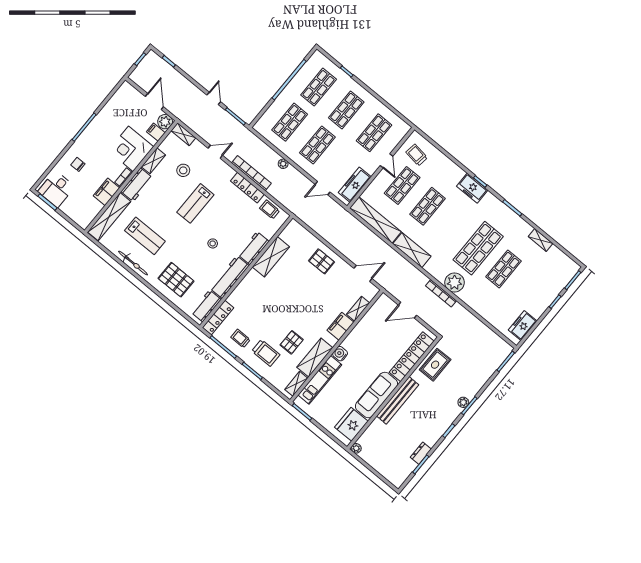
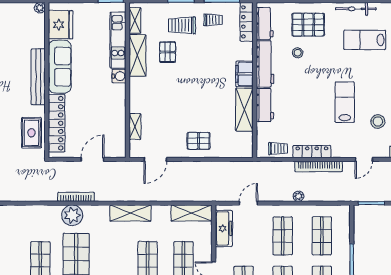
shelving: (375, 220) -> (192, 213), width x0.68
stool: (213, 243) -> (298, 53), moved
filing cabinet: (340, 326) -> (244, 74), moved, turned 180

